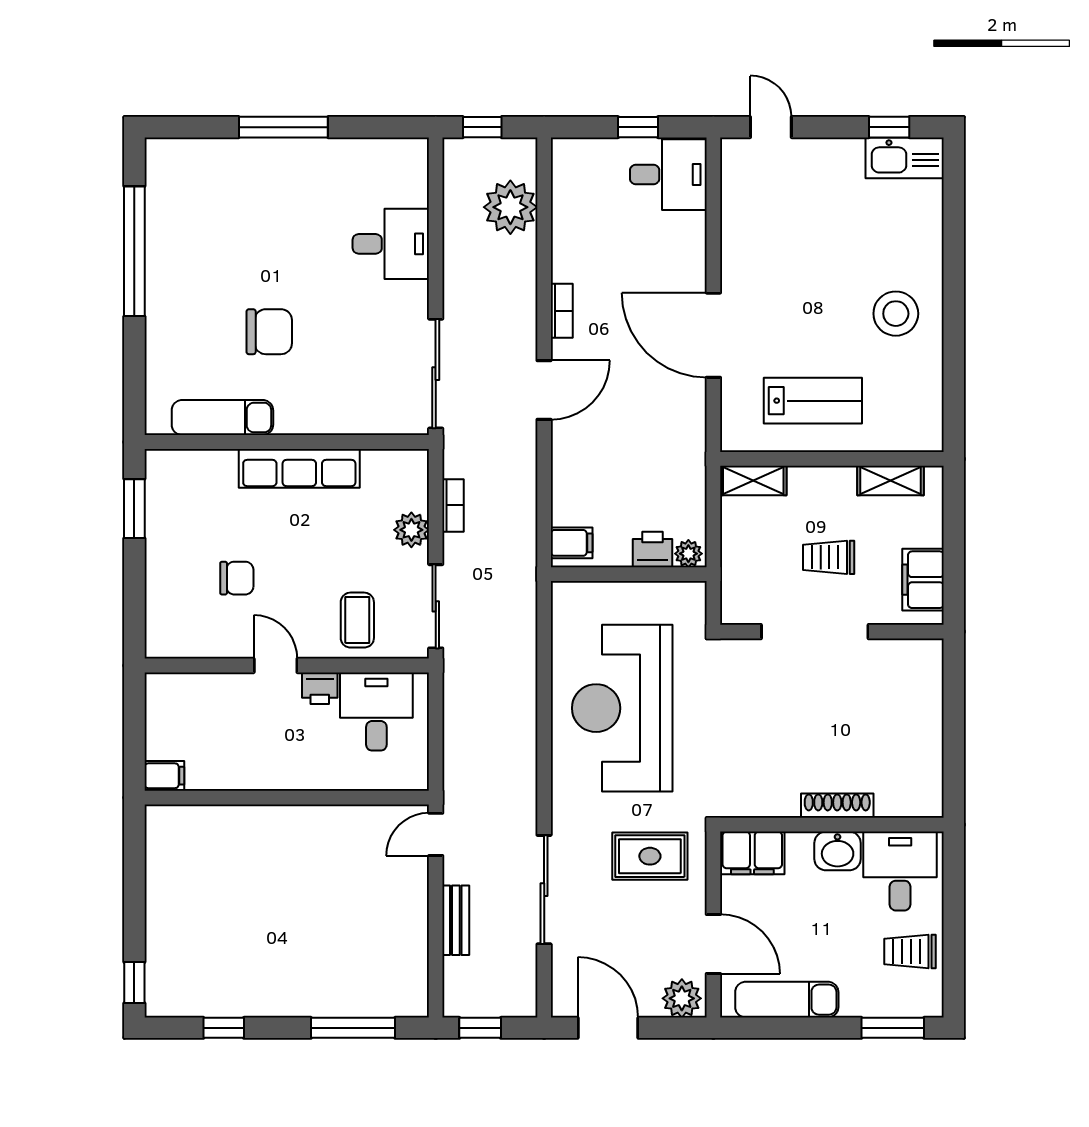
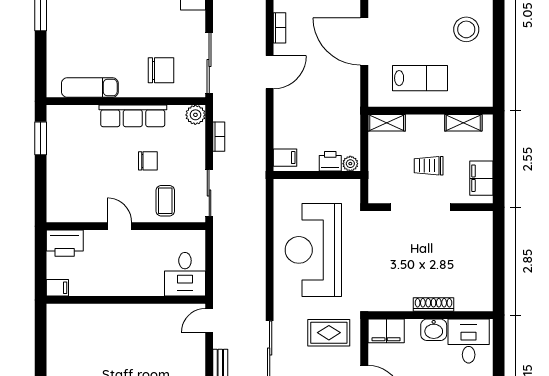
chair: (269, 332) -> (161, 70), moved
plant: (411, 530) -> (195, 115), moved
chair: (237, 578) -> (148, 161), moved
printer: (320, 688) -> (65, 243), moved, width x1.87, depth x1.48
desk: (376, 711) -> (185, 274), moved, turned 180

